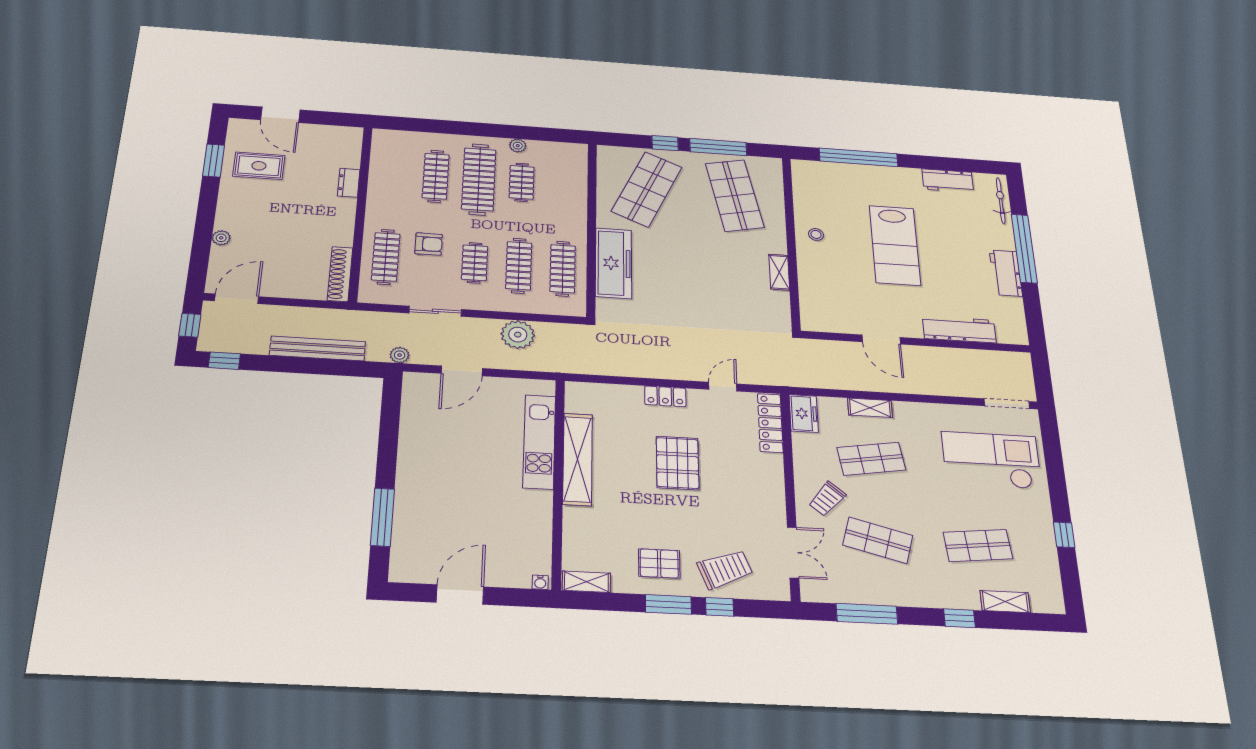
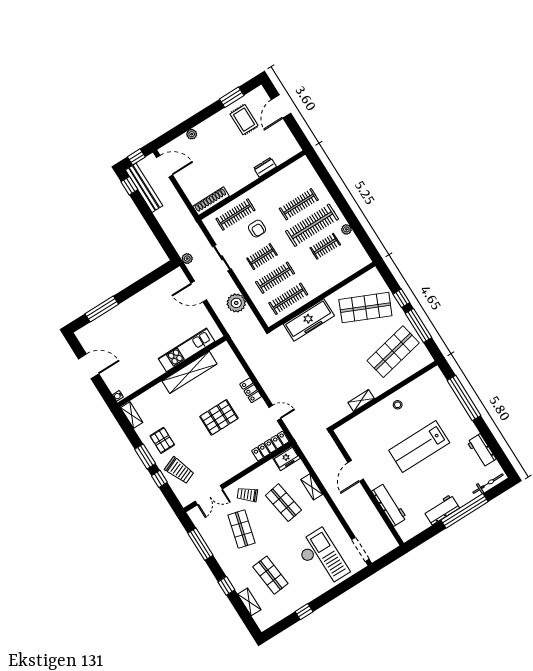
bench: (318, 348) -> (144, 188), moved

